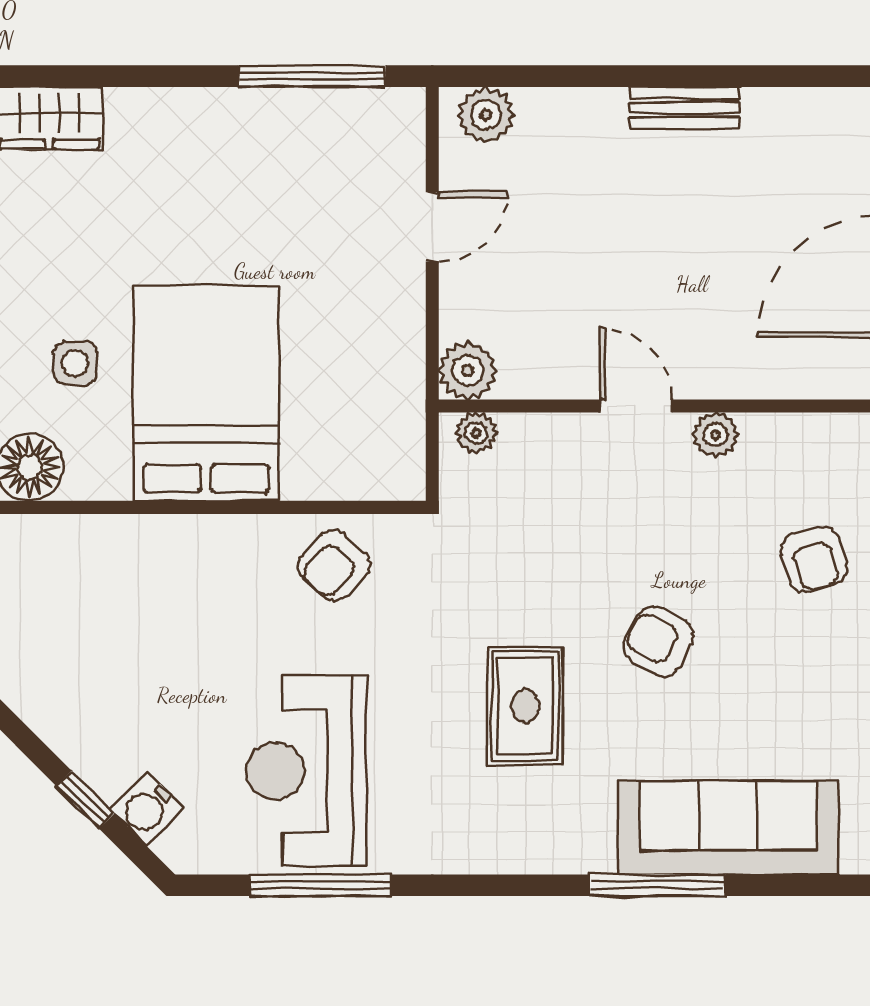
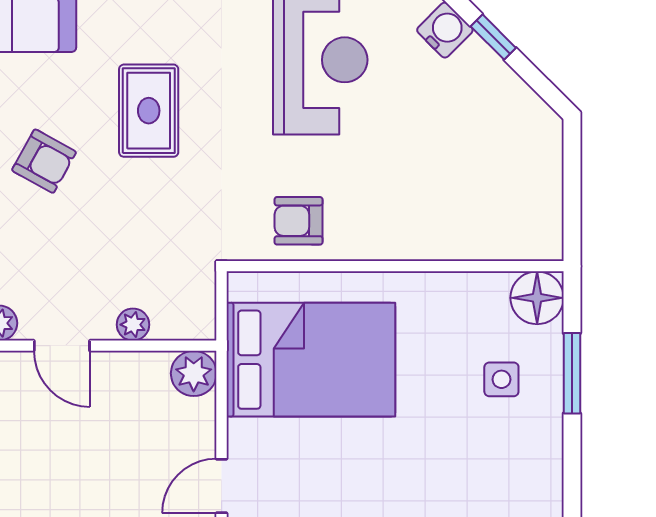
bed: (206, 393) -> (311, 360), moved, turned -90
plant: (476, 433) -> (133, 325), moved
armchair: (334, 565) -> (299, 221), turned -133

